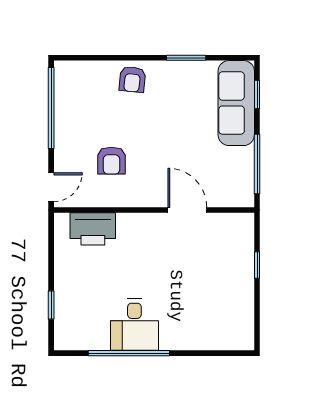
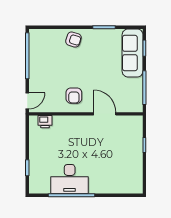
armchair: (132, 79) -> (73, 40), turned -79
armchair: (111, 161) -> (74, 96), moved
printer: (93, 229) -> (45, 122), width x0.53, depth x0.68
desk: (134, 325) -> (70, 179), width x1.37

